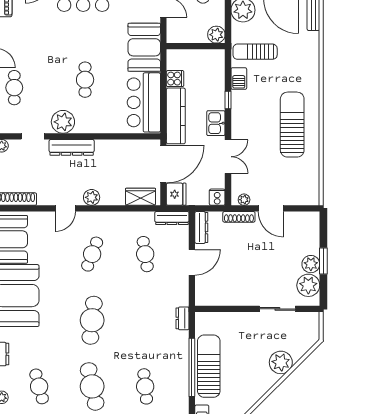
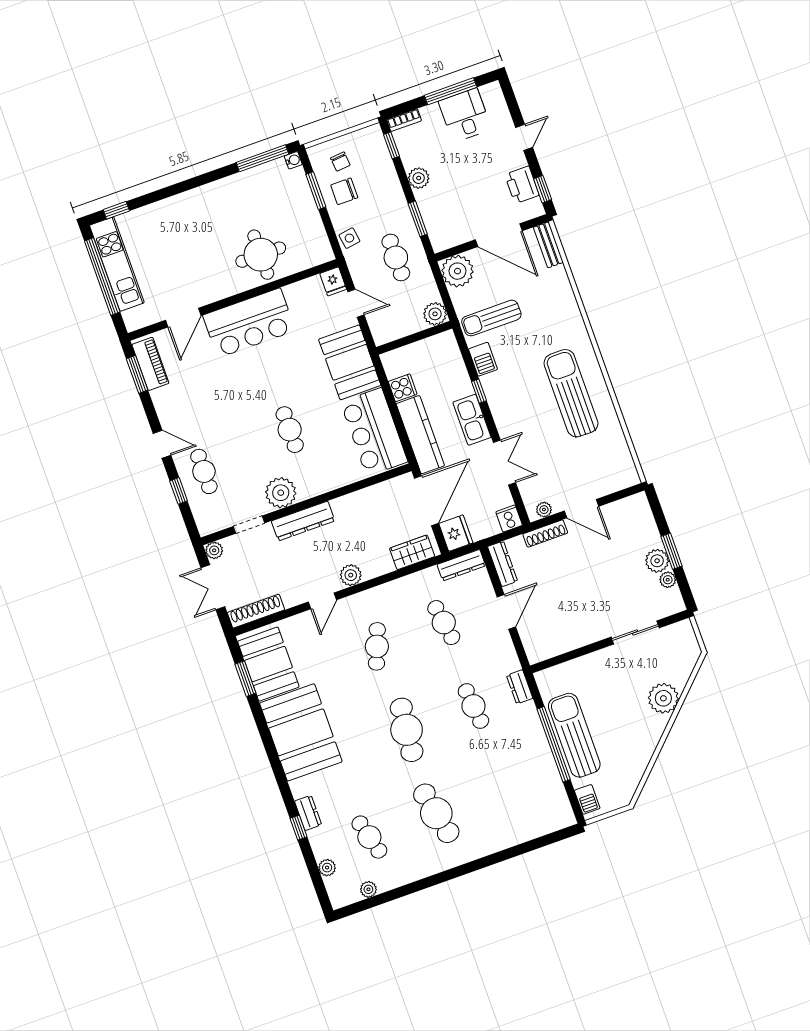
kitchen sink: (216, 123) -> (472, 420), width x1.38
plant: (308, 285) -> (668, 580), width x0.53, depth x0.53
cafe table: (145, 386) -> (473, 706), moved

